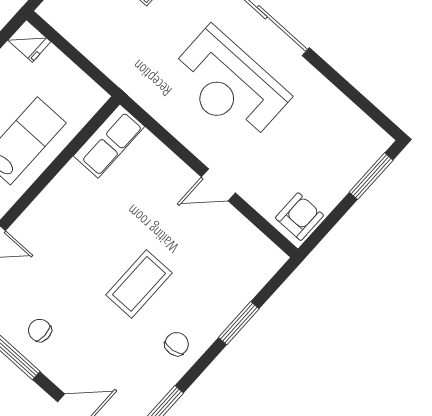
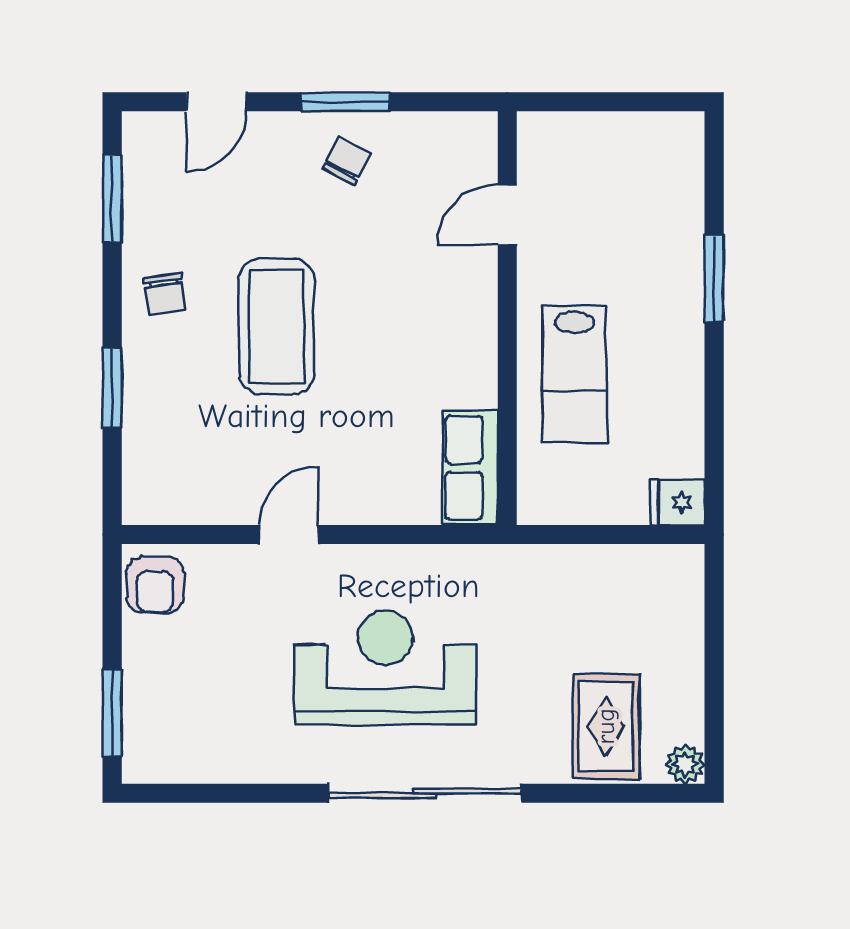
coffee table: (139, 284) -> (277, 326), width x1.36, depth x1.32
chair: (40, 330) -> (347, 161), turned -62

